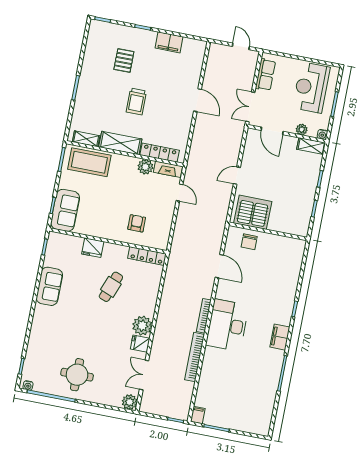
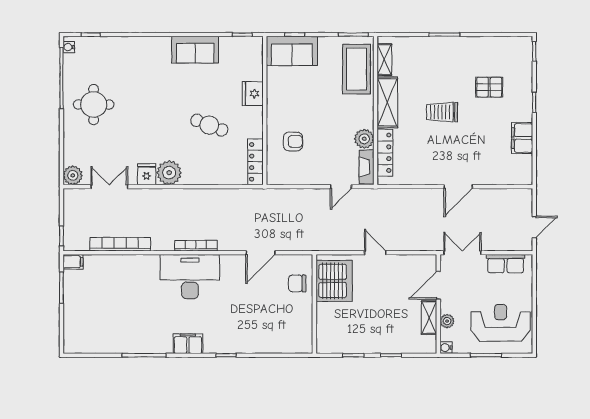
shelving: (311, 146) -> (429, 318), moved
bookcase: (195, 357) -> (120, 244), moved

